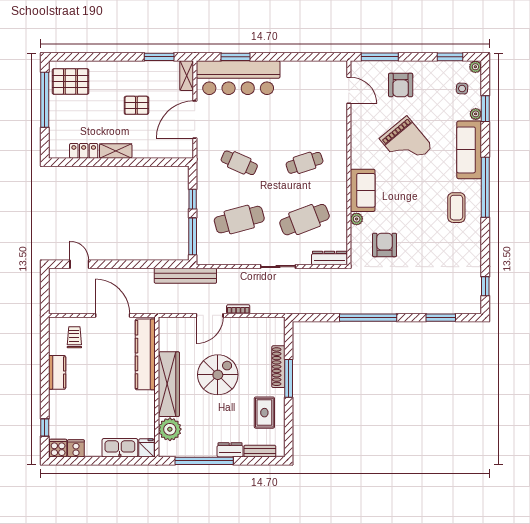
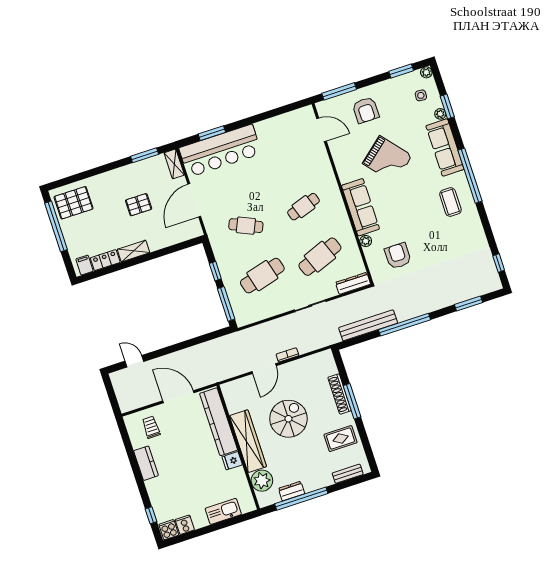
filing cabinet: (61, 149) -> (85, 265), added
sofa: (363, 190) -> (360, 207), width x1.36
bench: (185, 276) -> (368, 325), moved
rug: (264, 413) -> (341, 439), turned 90
fridge: (146, 448) -> (232, 461), moved, turned -90
dresser: (230, 450) -> (292, 491), moved

